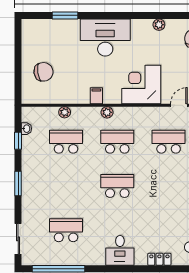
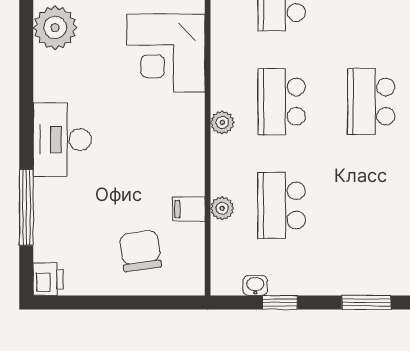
window: (65, 15) -> (26, 207), width x1.44
plant: (159, 25) -> (55, 28), width x1.87, depth x1.87
printer: (29, 26) -> (48, 279), added
desk: (105, 38) -> (62, 140), width x0.73, depth x0.77
filing cabinet: (96, 96) -> (189, 209), moved

